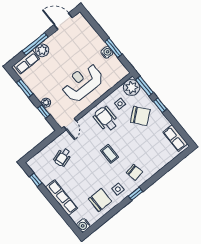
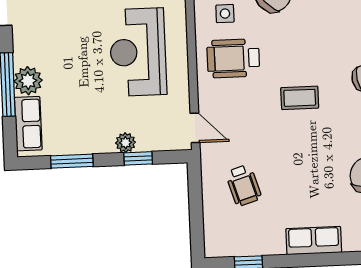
row of seats: (61, 198) -> (314, 241), width x0.68

